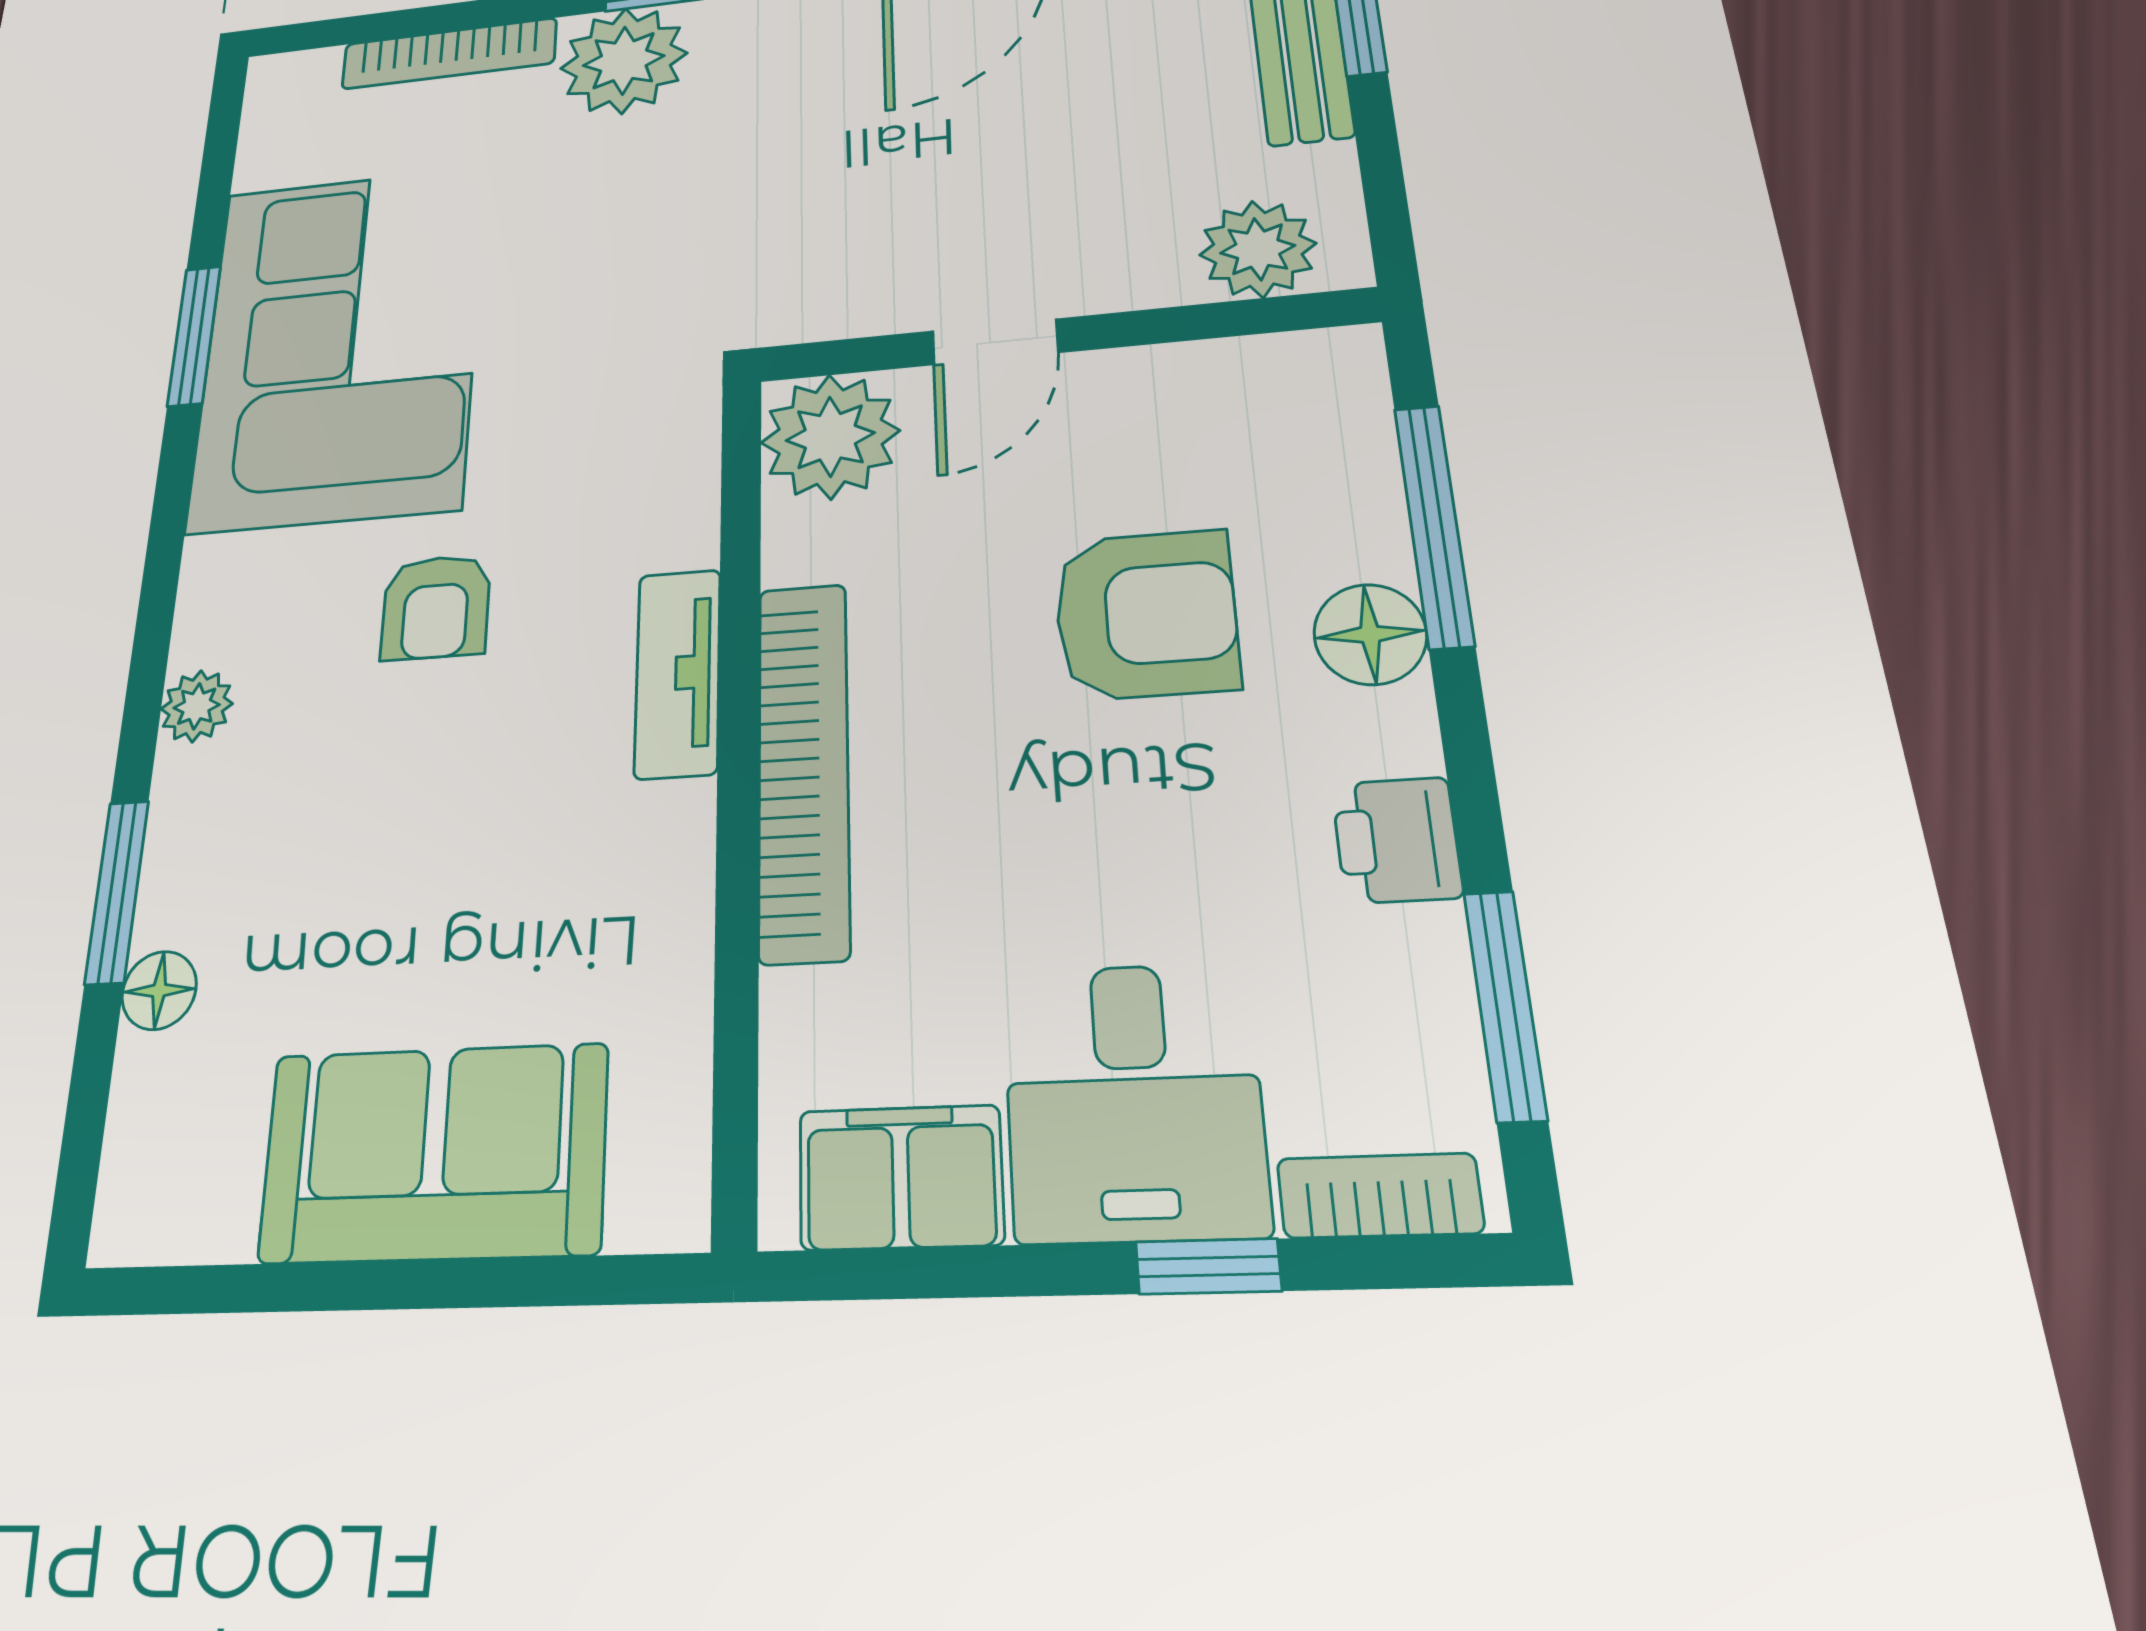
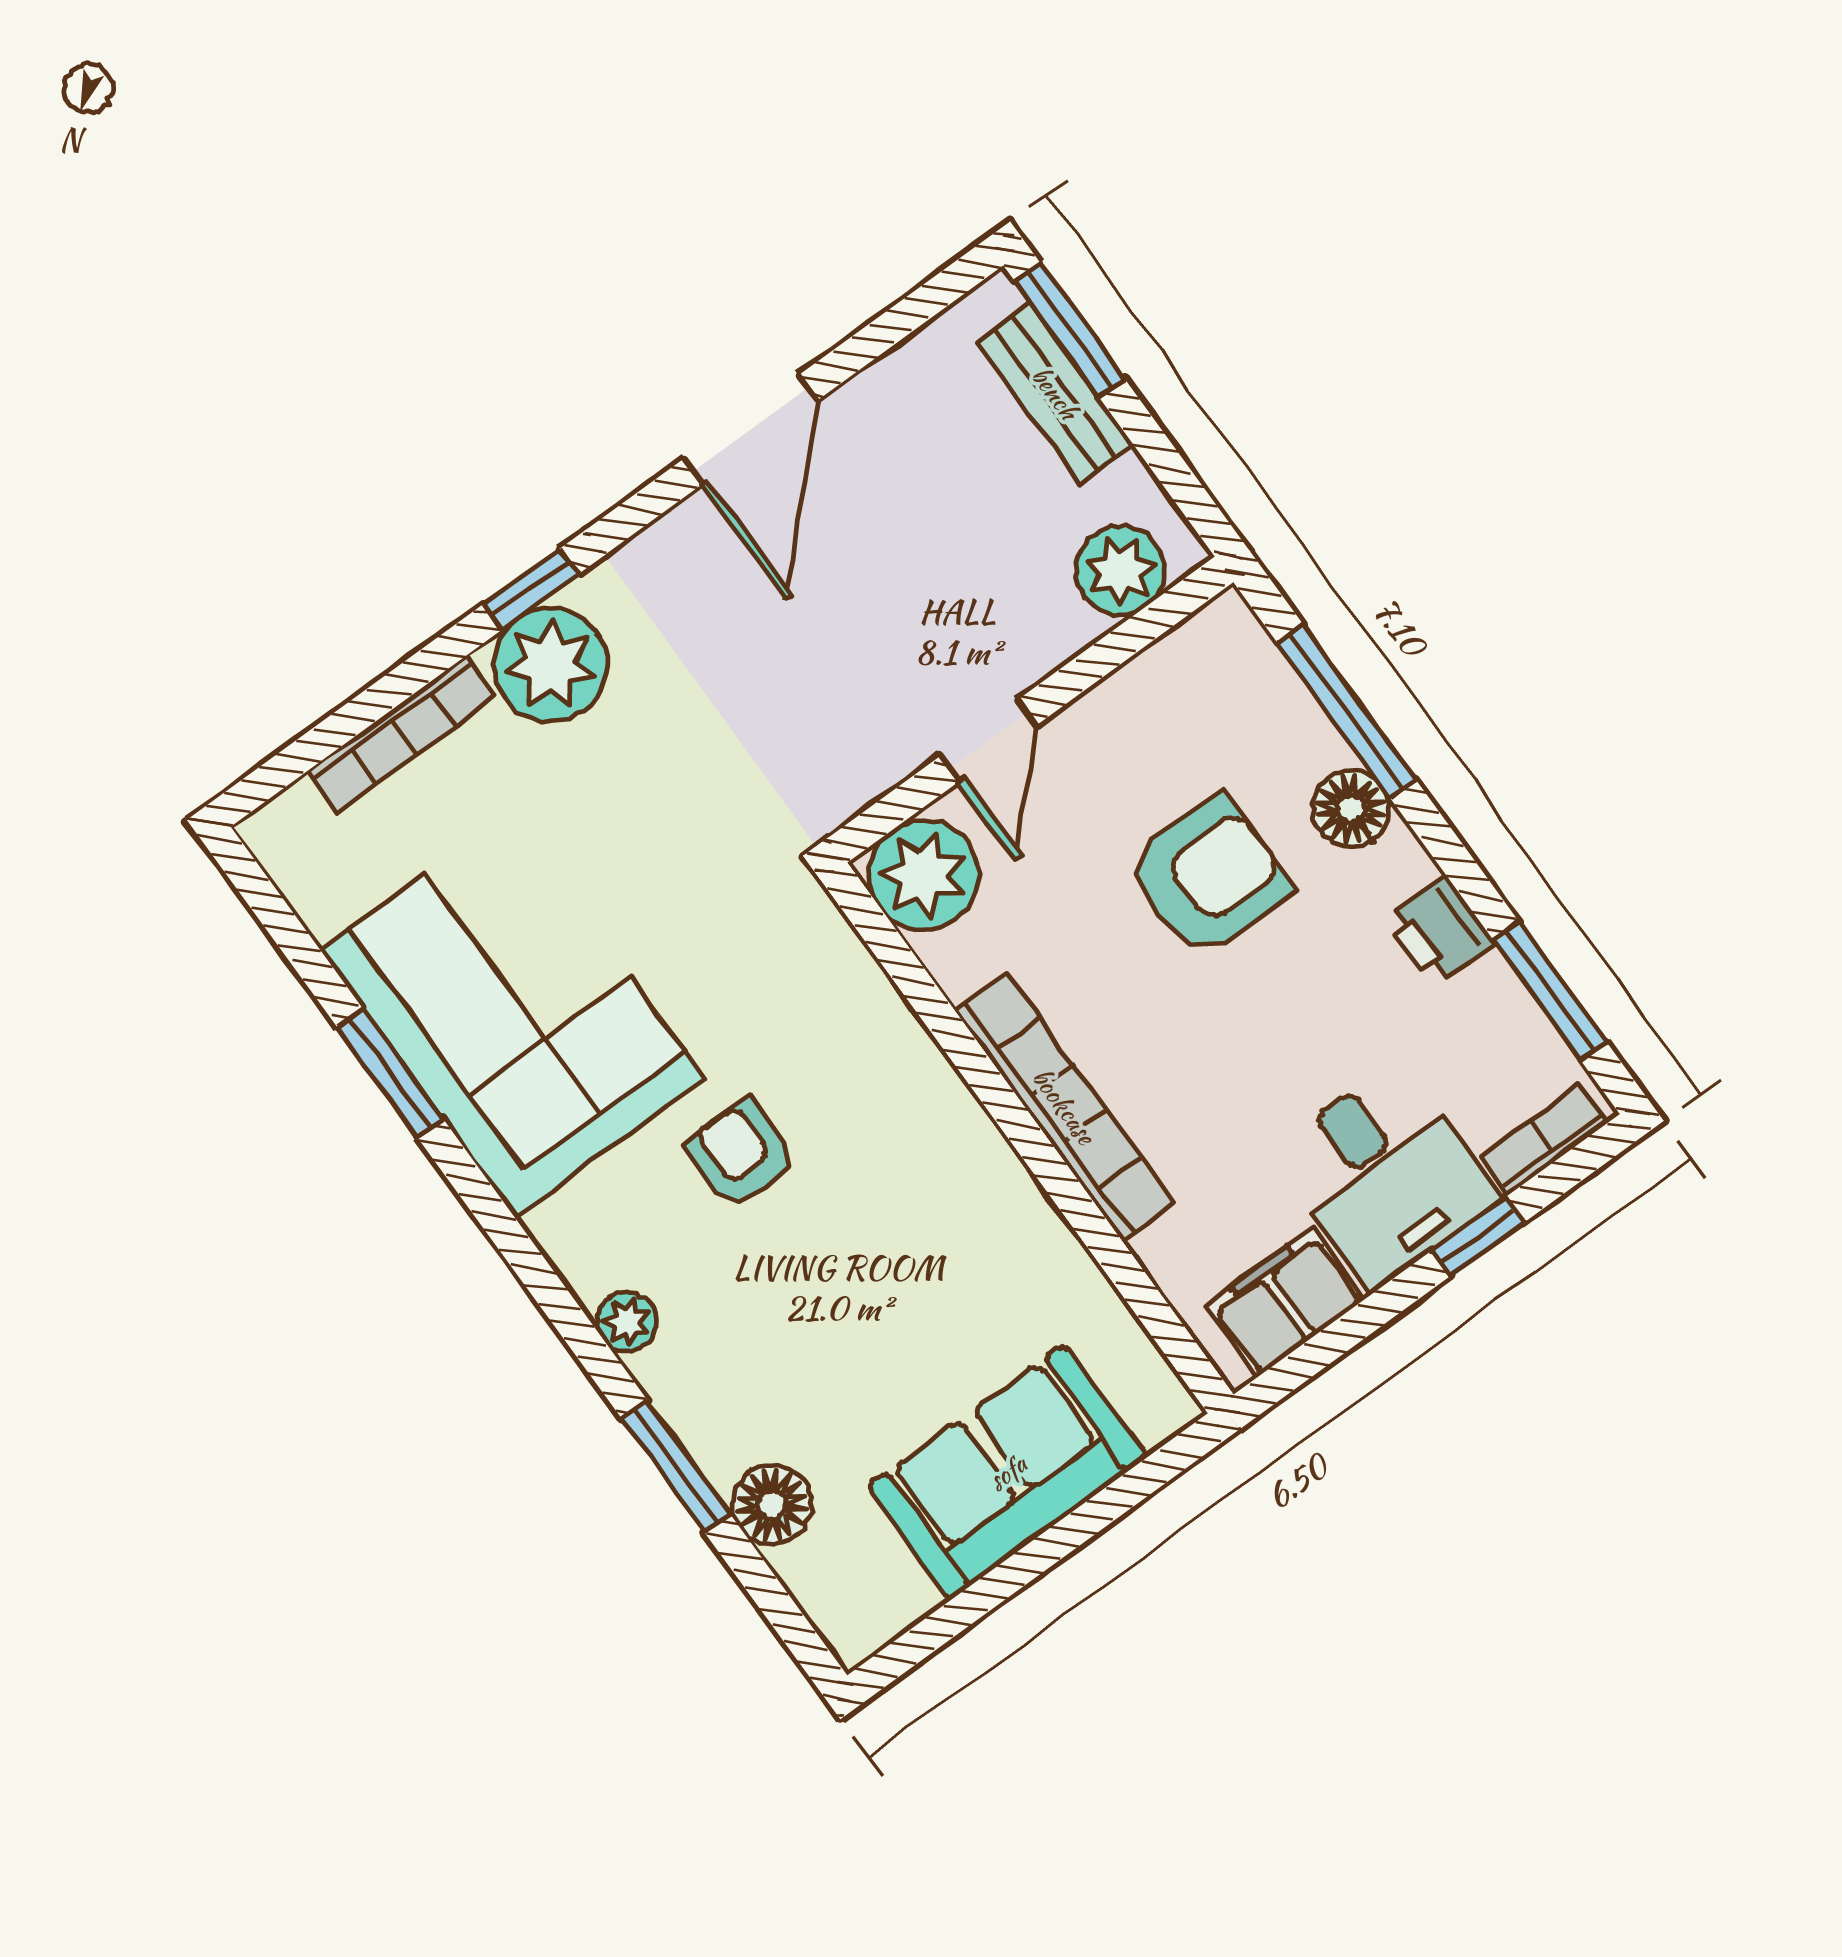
armchair: (436, 607) -> (741, 1154), turned 180
tv unit: (678, 673) -> (939, 1096), removed
floor lamp: (159, 990) -> (772, 1504), width x1.37, depth x1.37

